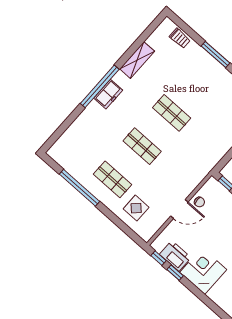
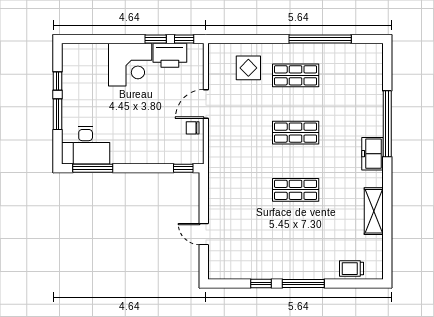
window: (100, 86) -> (387, 124), moved

